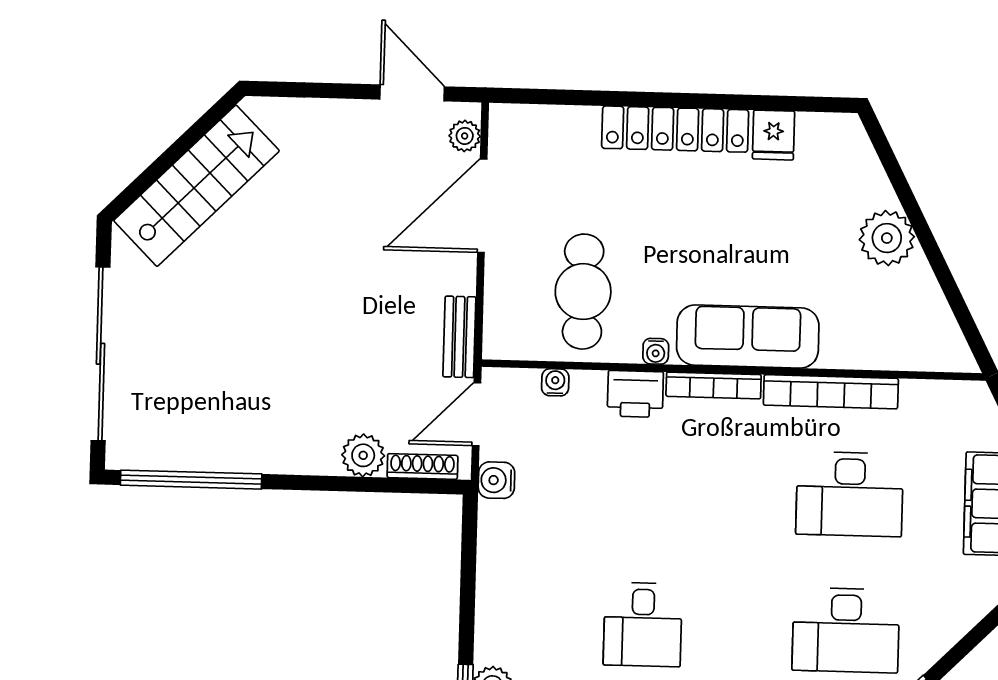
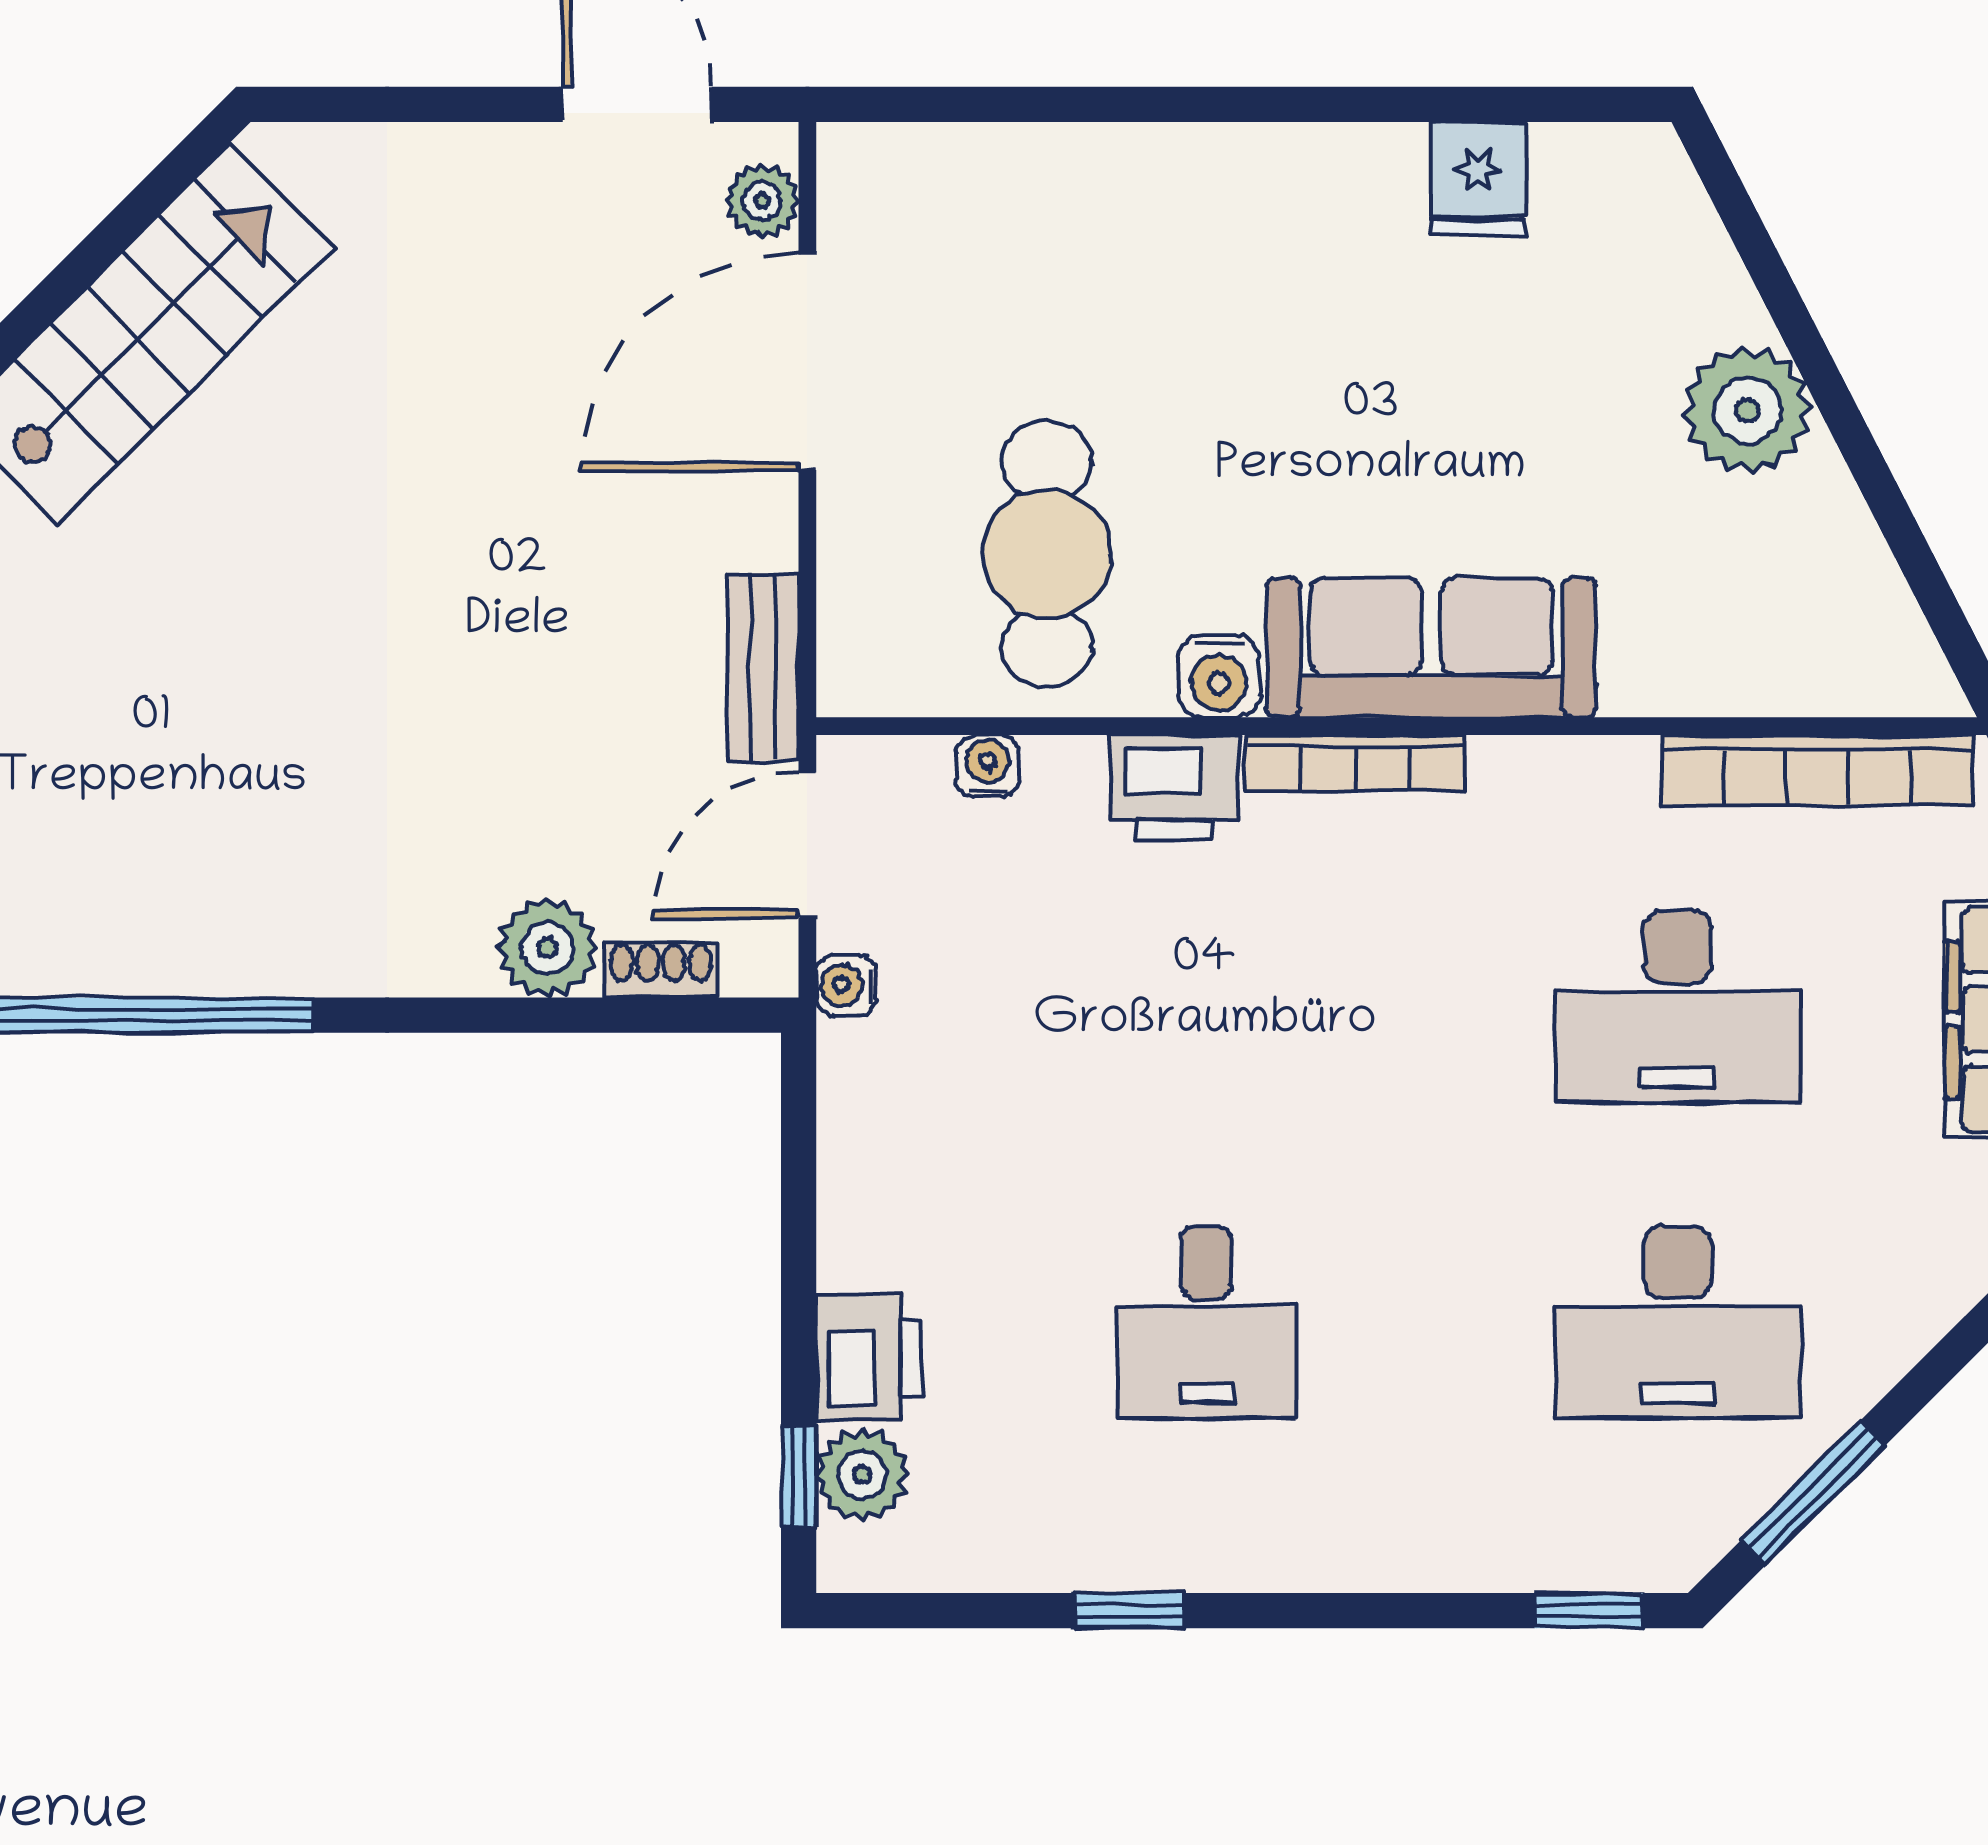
locker: (675, 129) -> (1249, 171), removed
water cooler: (656, 351) -> (1219, 676), width x1.38, depth x1.38
bookcase: (831, 392) -> (1818, 770), moved
shoe rack: (422, 466) -> (661, 970), width x0.70
water cooler: (496, 480) -> (846, 985), width x0.72, depth x0.72
printer: (497, 636) -> (869, 1358), added

